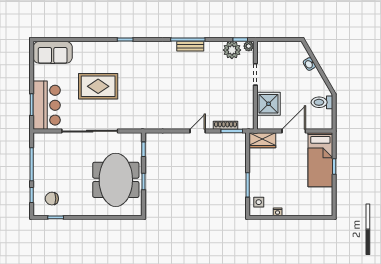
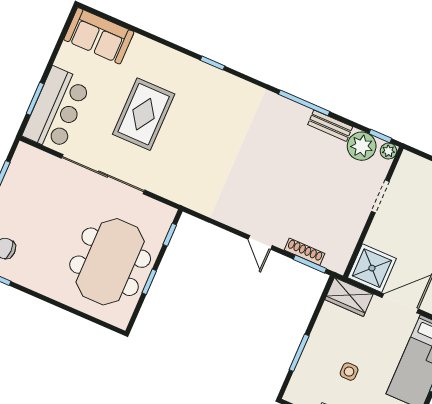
bench: (190, 46) -> (330, 126), moved
rug: (98, 86) -> (144, 114), turned 90
shower: (269, 104) -> (372, 268), moved
door: (198, 131) -> (260, 242), swing flipped
side table: (259, 202) -> (349, 372), moved

